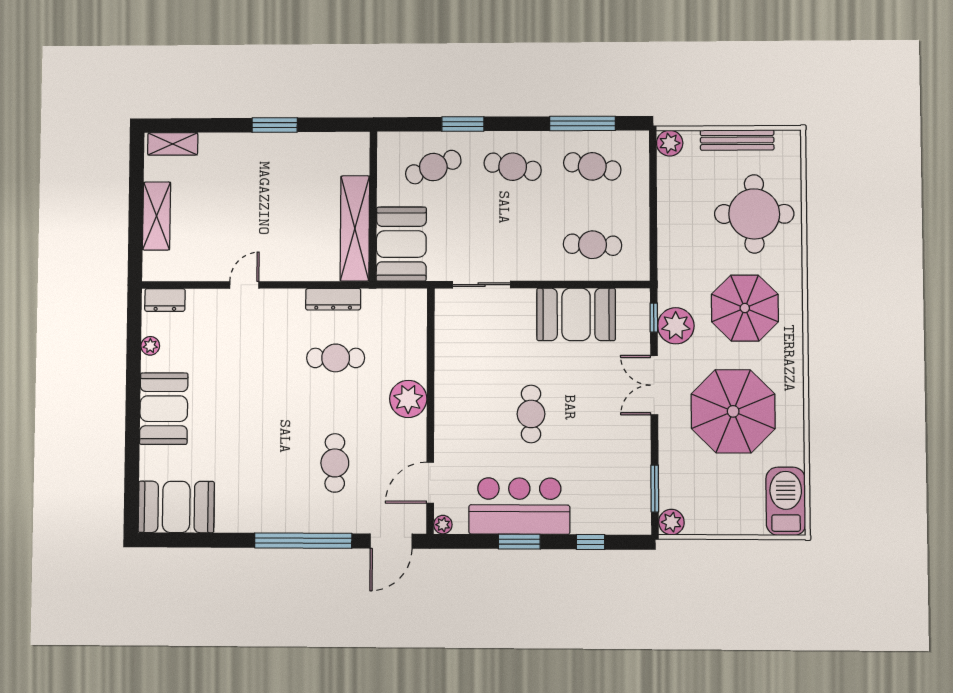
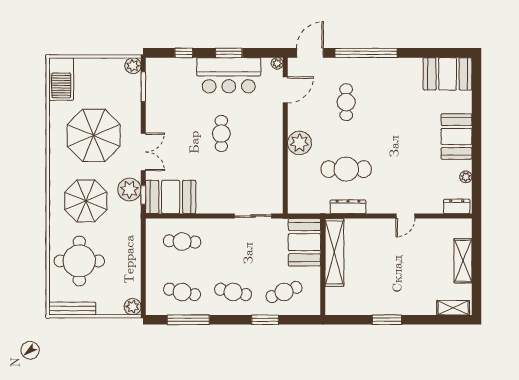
bench: (737, 140) -> (72, 309), moved
booth: (576, 314) -> (171, 197), moved
cafe table: (336, 358) -> (346, 169), width x1.37, depth x1.35

